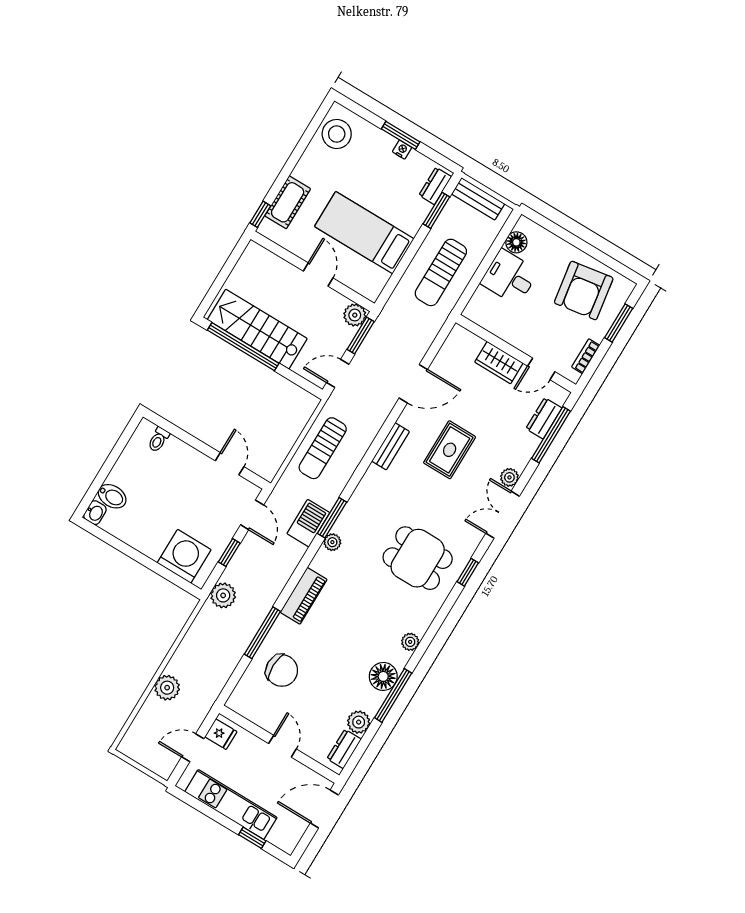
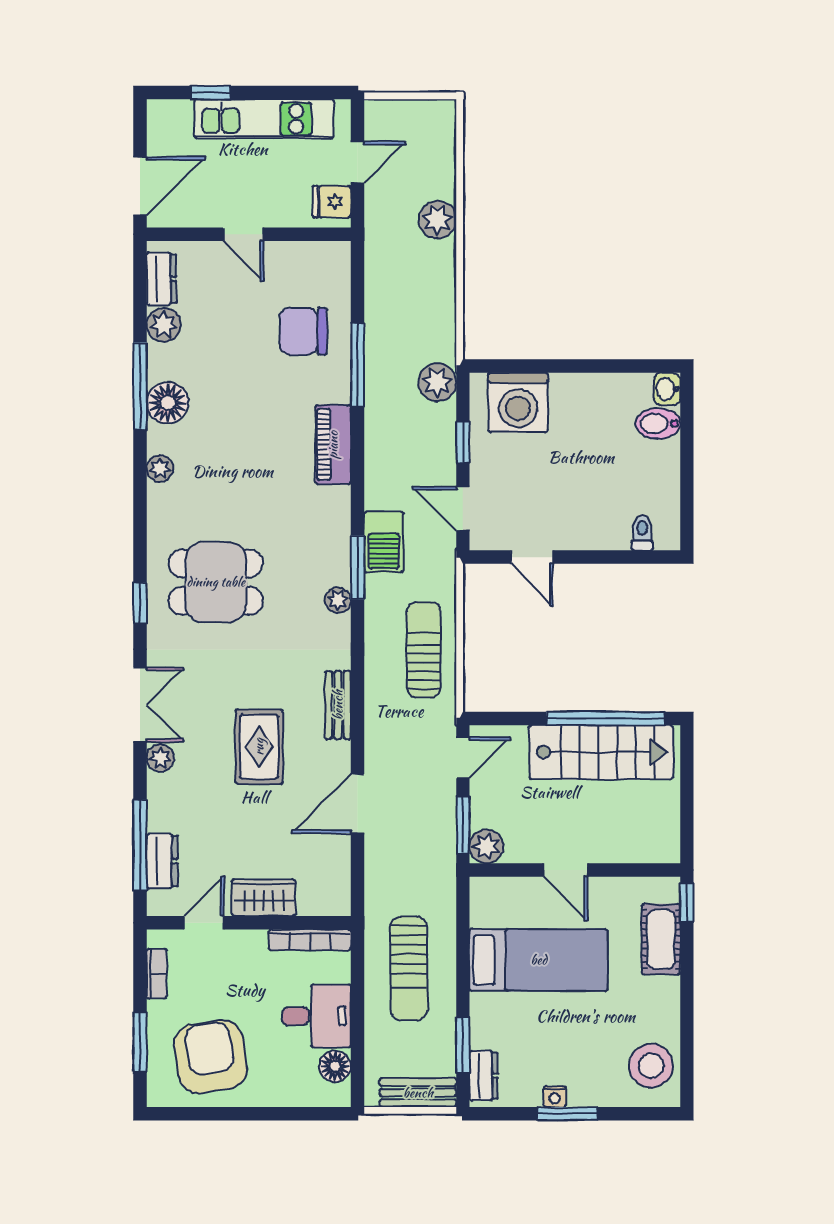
sun lounger: (441, 272) -> (409, 969), turned 180
bookcase: (487, 323) -> (310, 940), added
plant: (332, 542) -> (338, 600), moved

